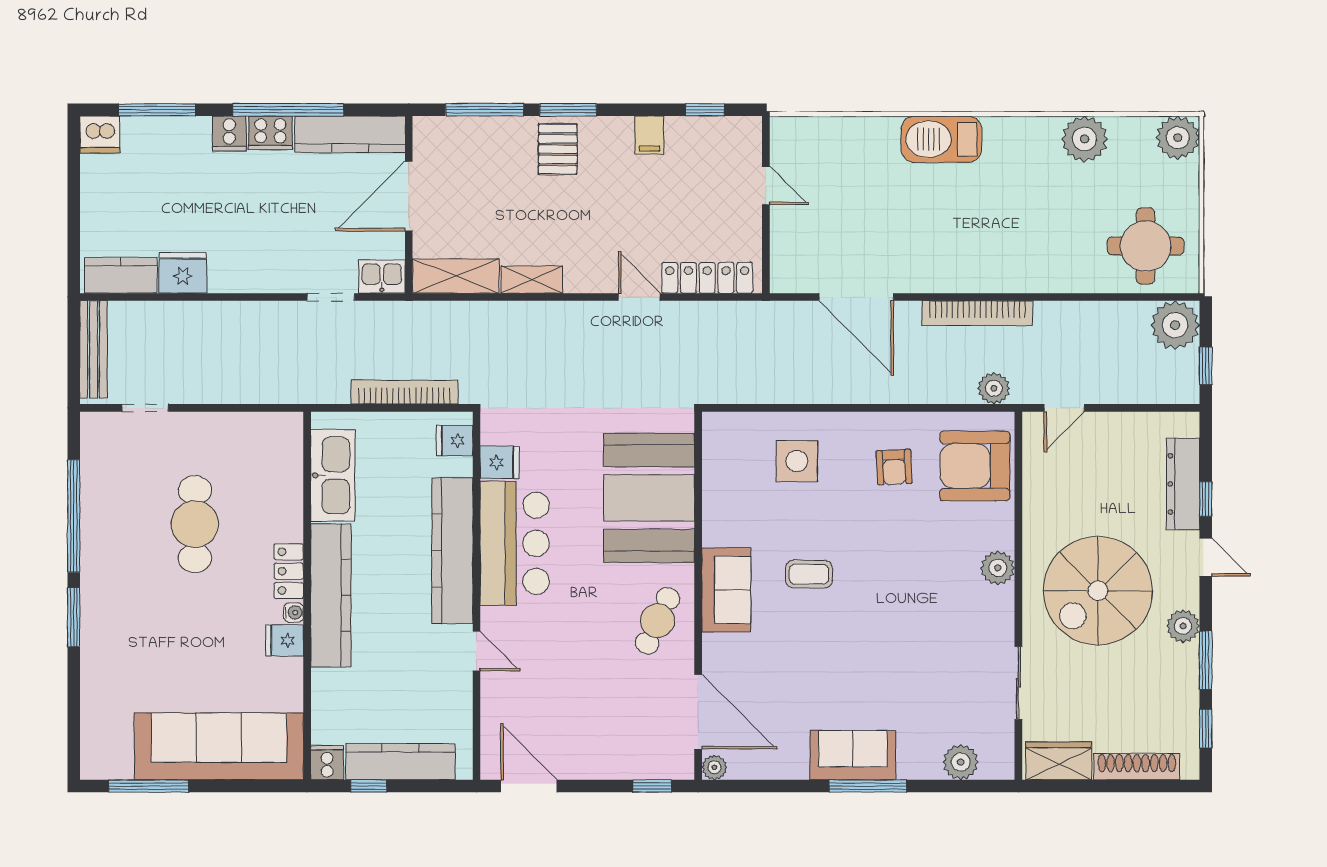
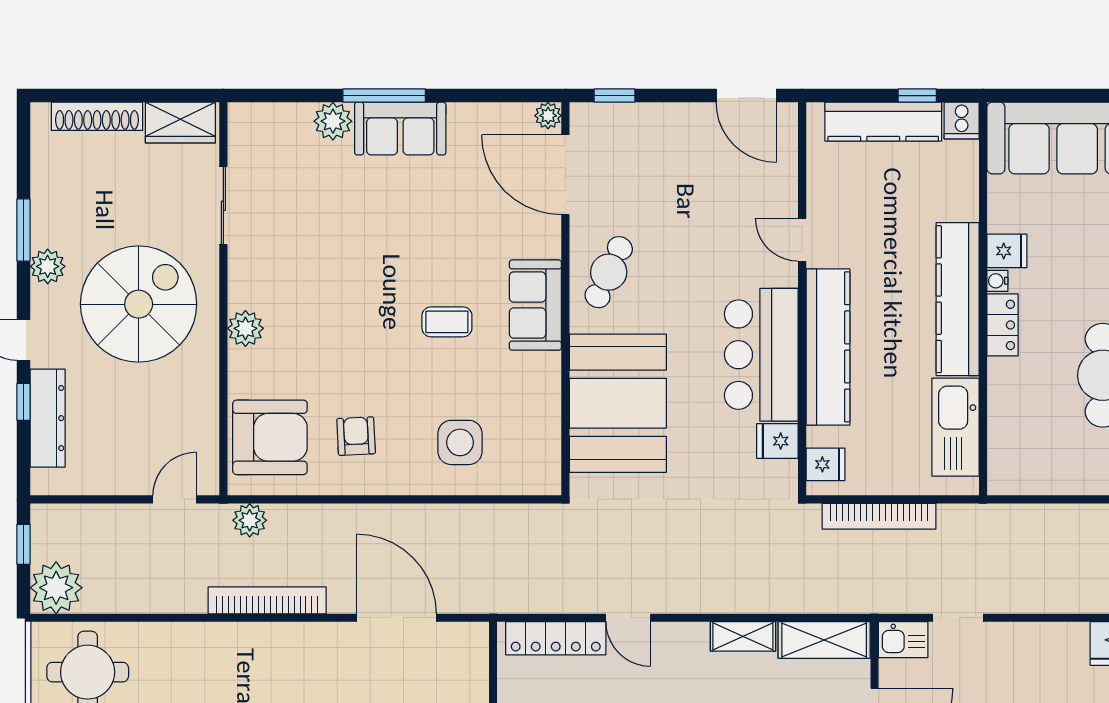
window: (1206, 728) -> (23, 157), removed
plant: (961, 762) -> (333, 121), moved

